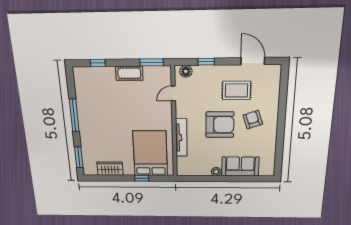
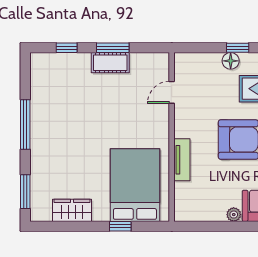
window: (152, 62) -> (113, 48), moved
window: (206, 62) -> (238, 48), moved
floor lamp: (186, 71) -> (231, 61), moved
tv unit: (181, 138) -> (182, 160), width x0.71

